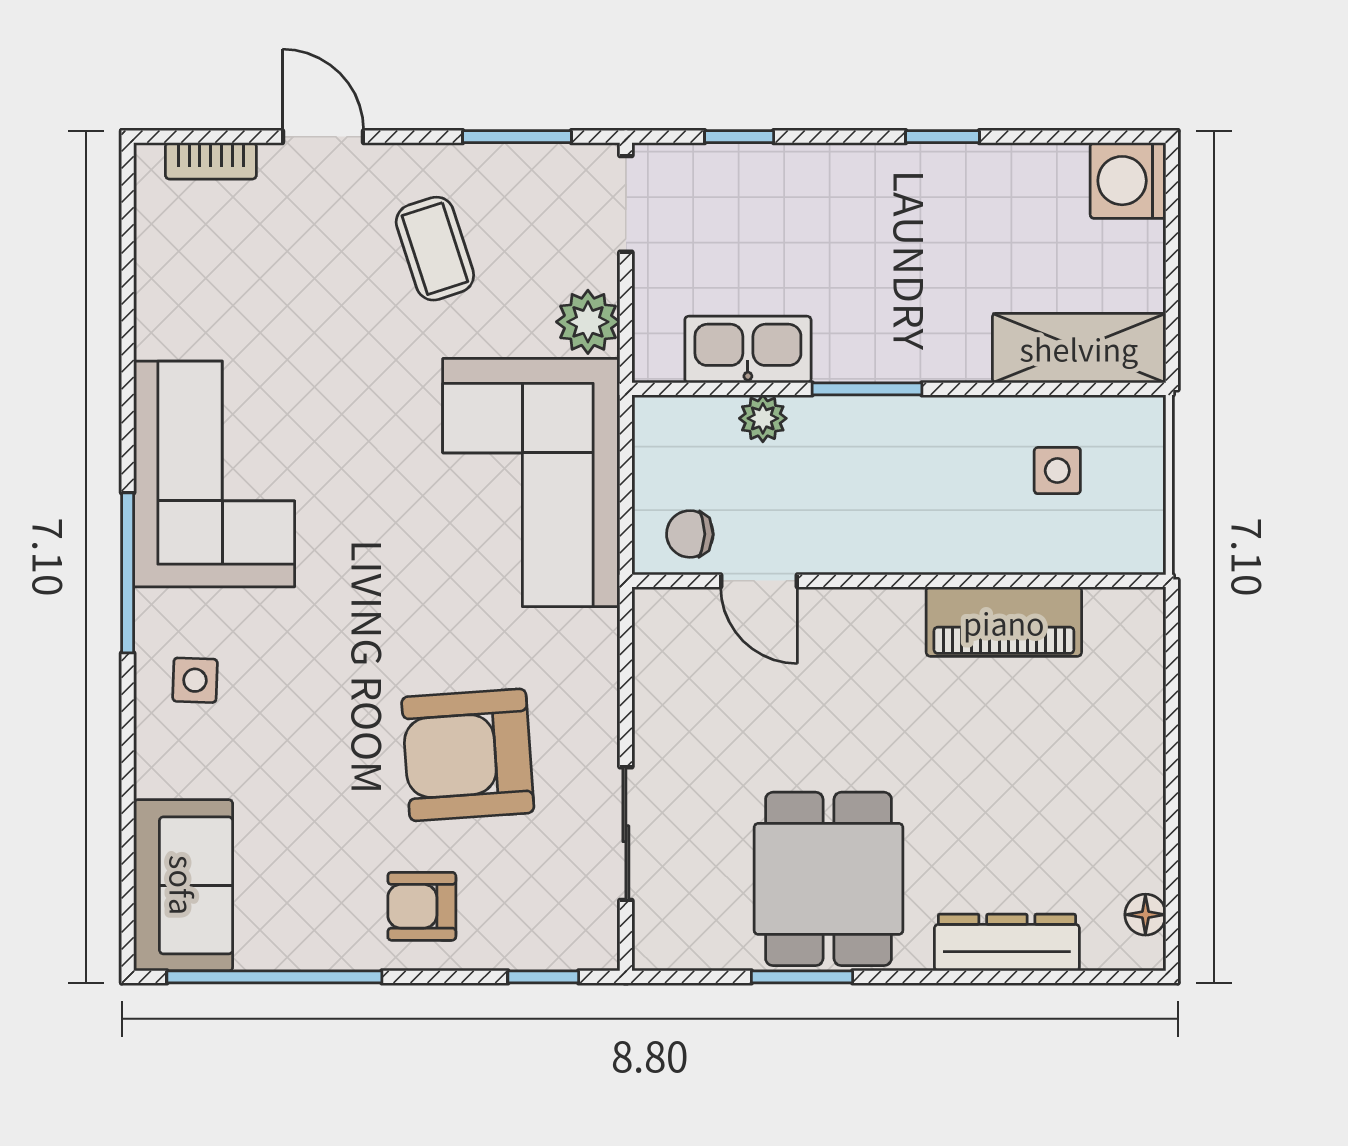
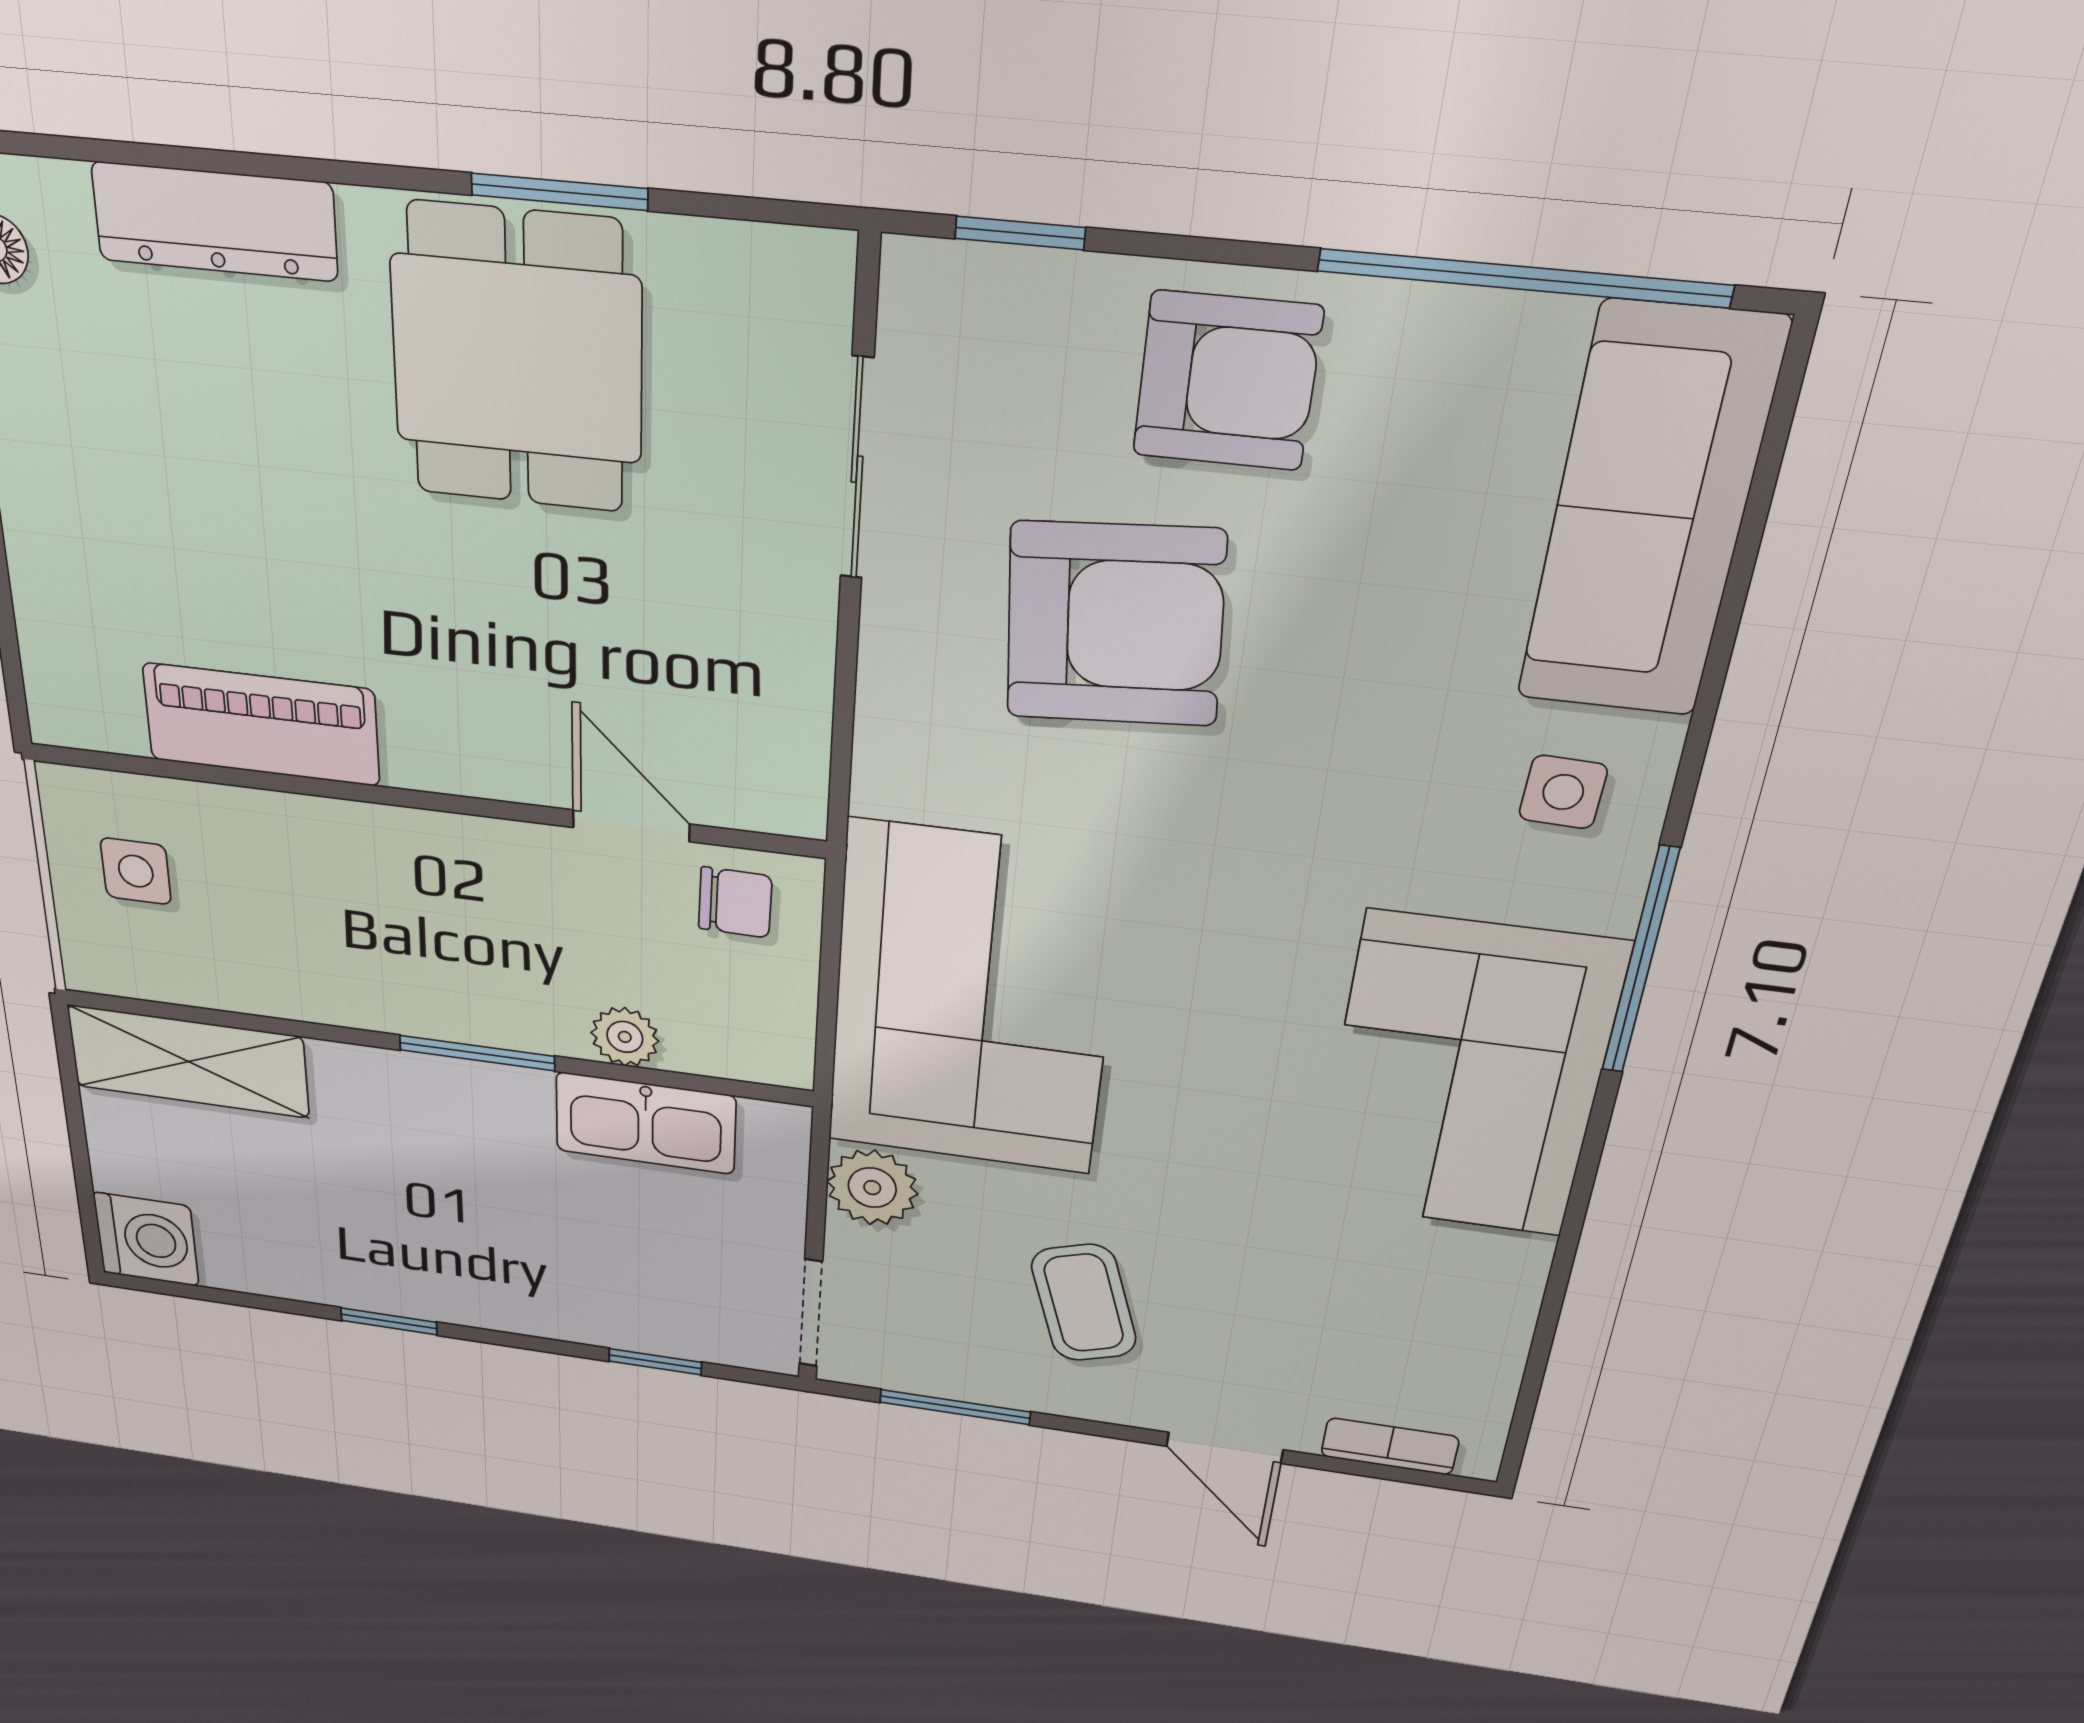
side table: (1057, 471) -> (136, 871), moved
sofa: (183, 885) -> (1649, 514), width x1.36
armchair: (422, 906) -> (1227, 381), width x1.38, depth x1.38

